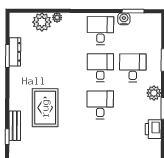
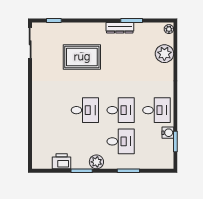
plant: (57, 17) -> (169, 29), moved
dresser: (15, 52) -> (120, 28), moved
bench: (15, 126) -> (64, 28), removed

